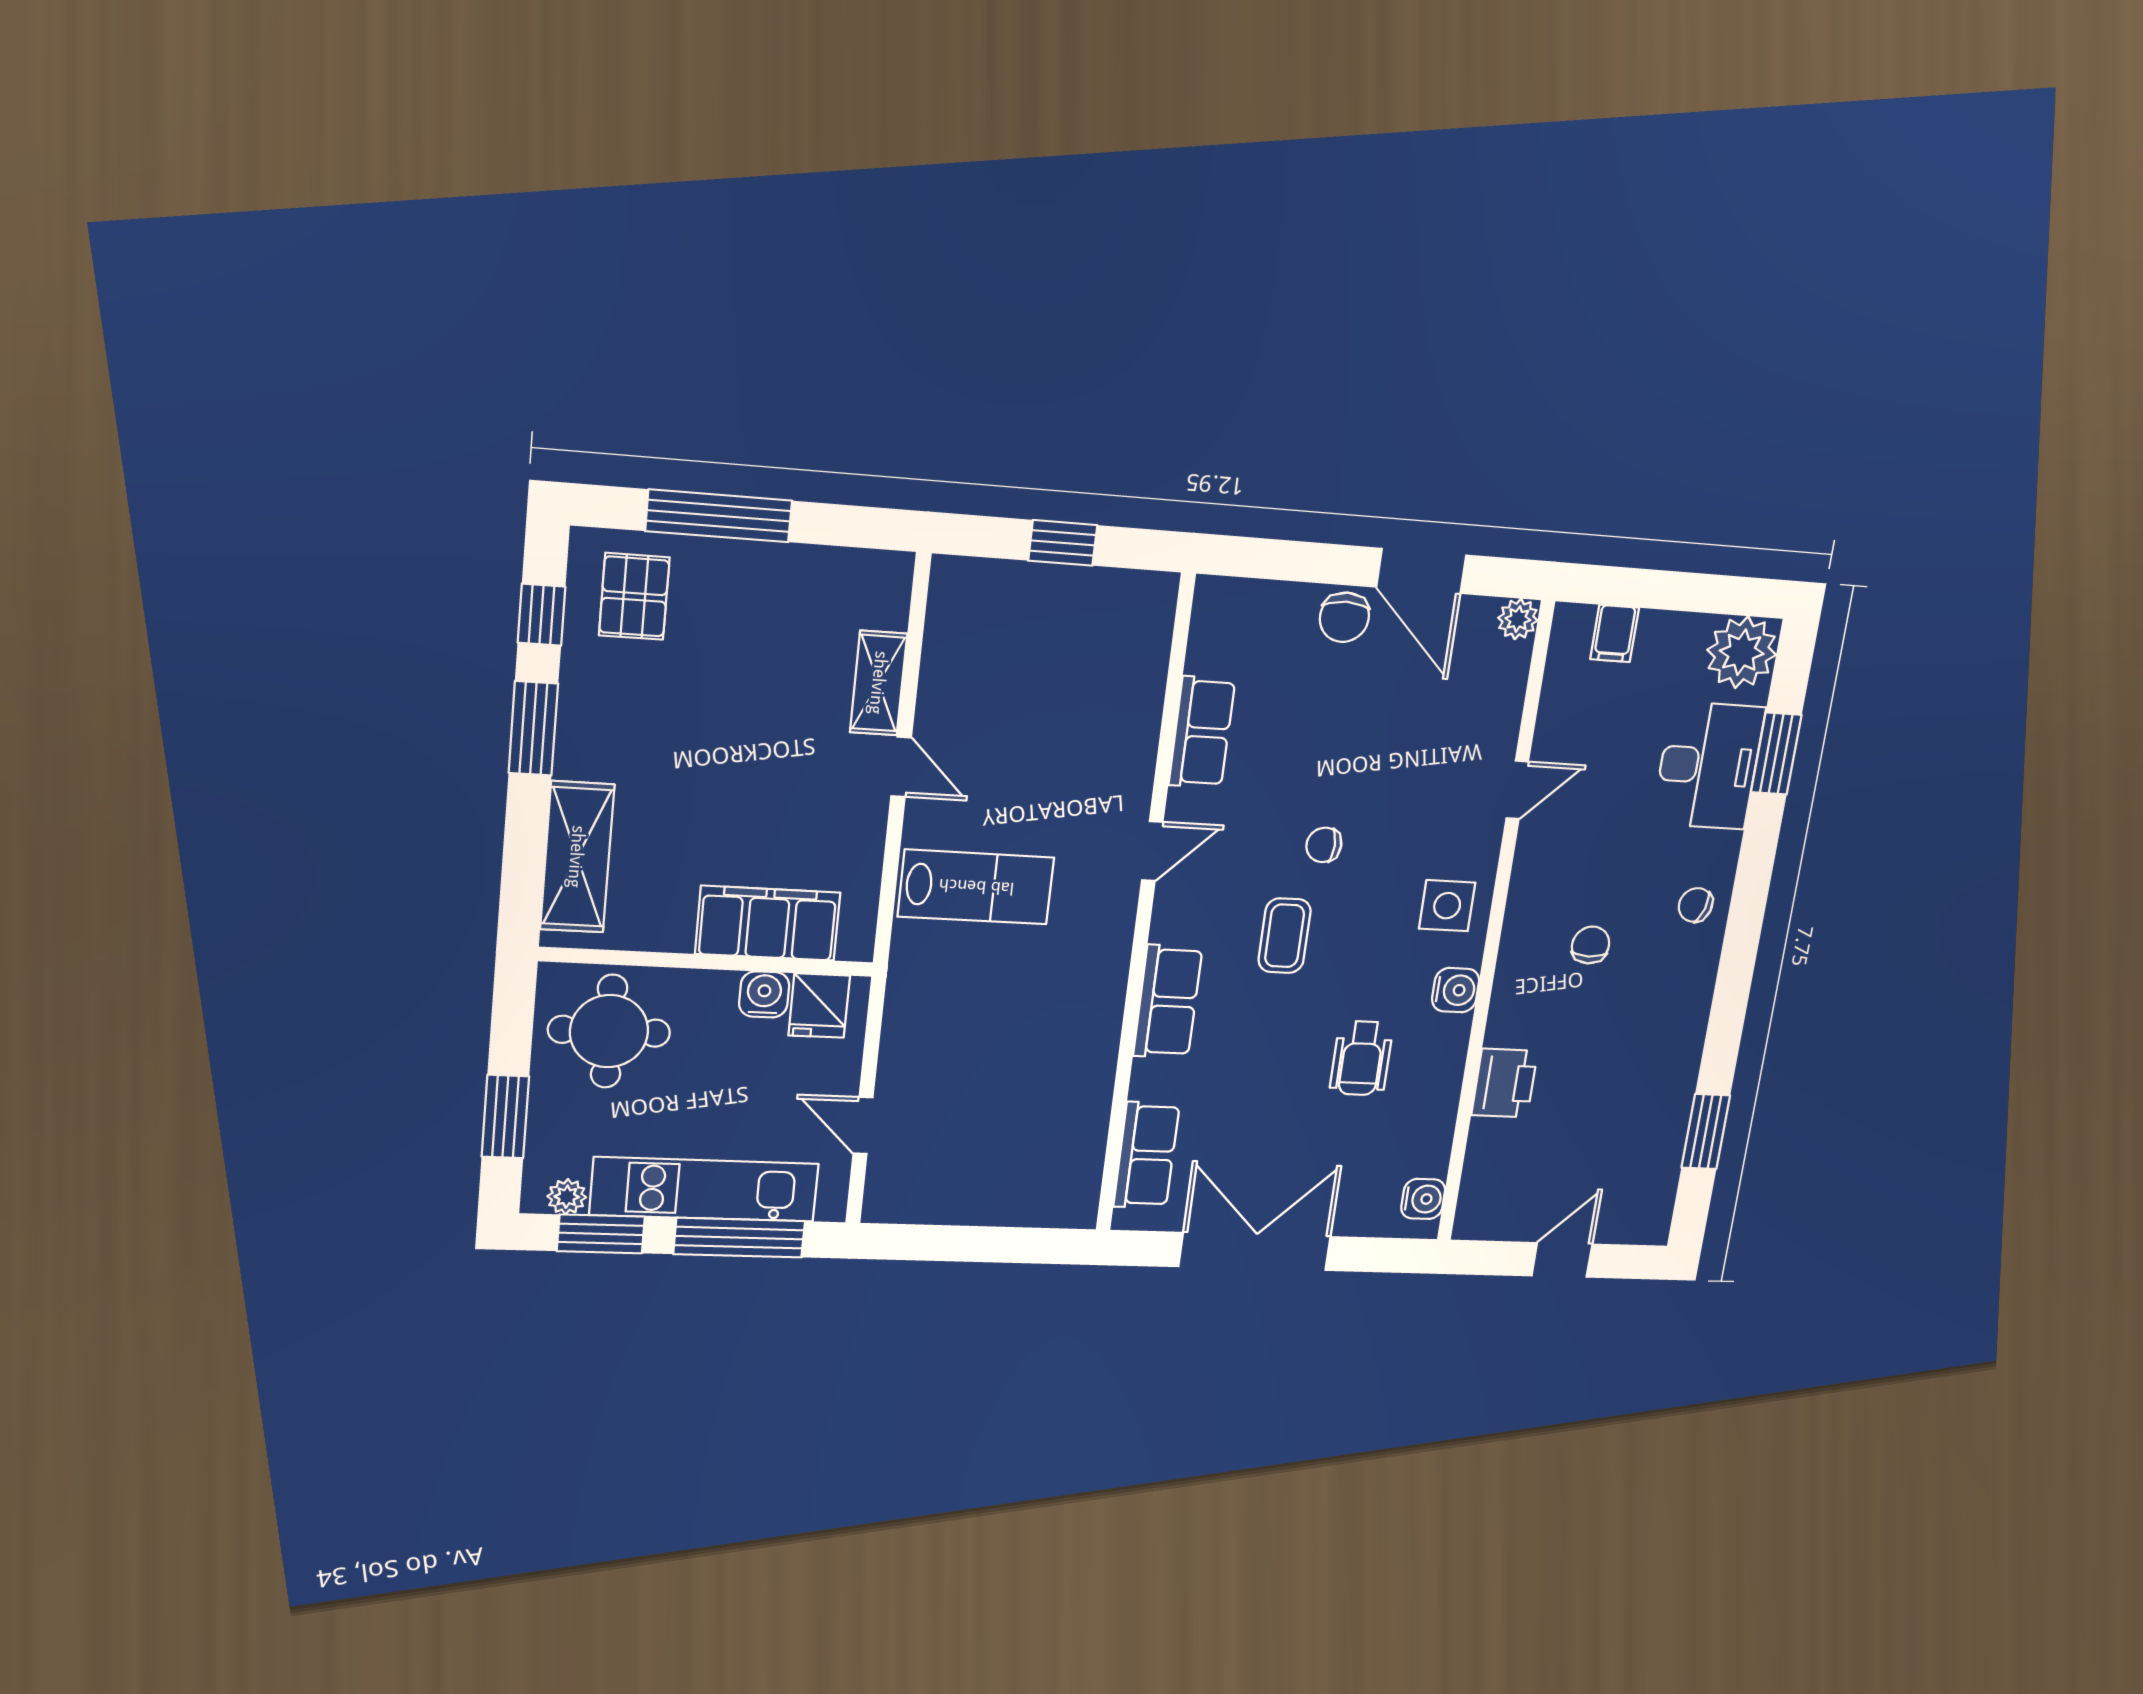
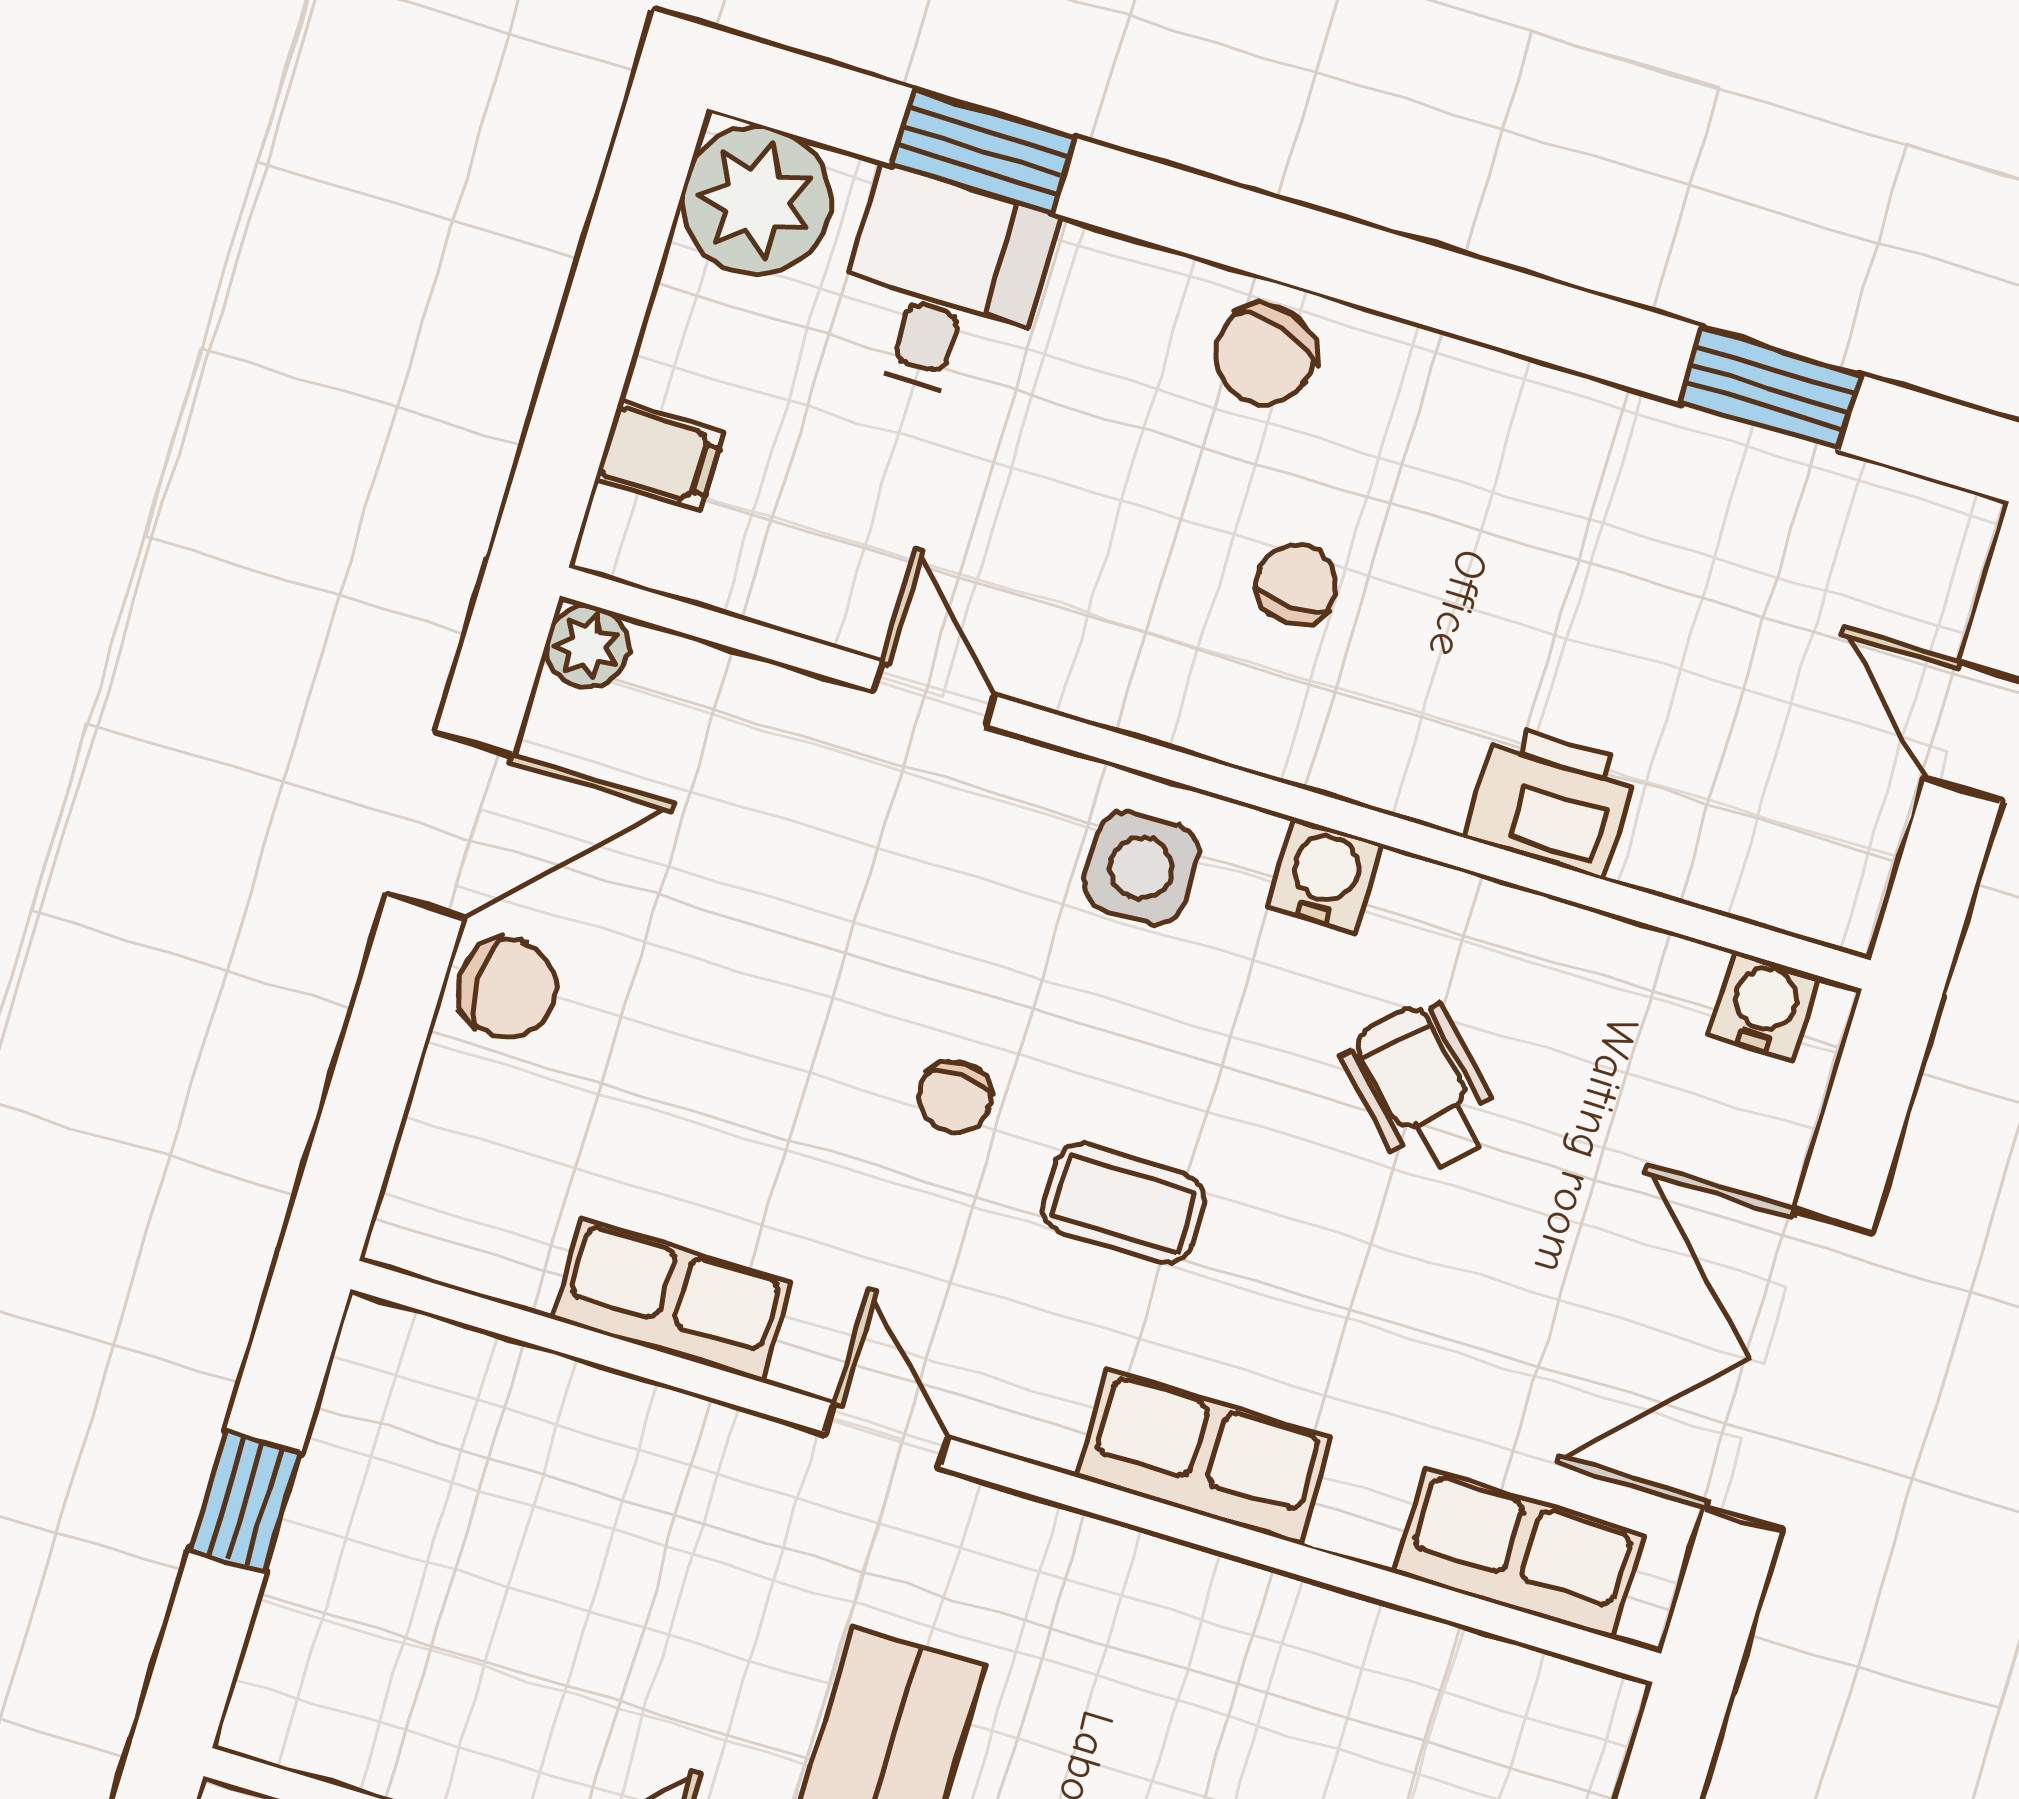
desk: (1708, 766) -> (942, 285), width x0.73
chair: (1696, 905) -> (1265, 354), width x1.37, depth x1.37
chair: (1591, 945) -> (1297, 584), turned 90
wheelchair: (1361, 1058) -> (1422, 1088), turned -135

